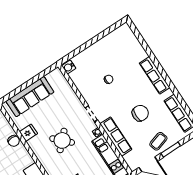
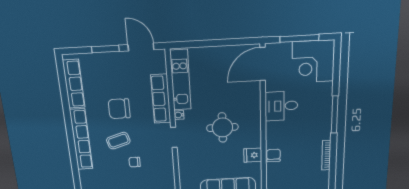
row of seats: (155, 75) -> (81, 139), width x1.36
round table: (62, 140) -> (222, 128), turned 45
coffee table: (158, 141) -> (118, 141), moved

